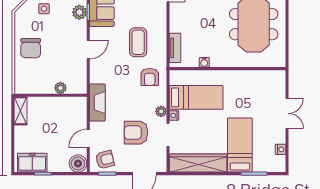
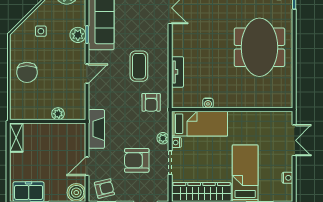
water cooler: (204, 62) -> (208, 103), moved
wall: (227, 69) -> (232, 110), moved

